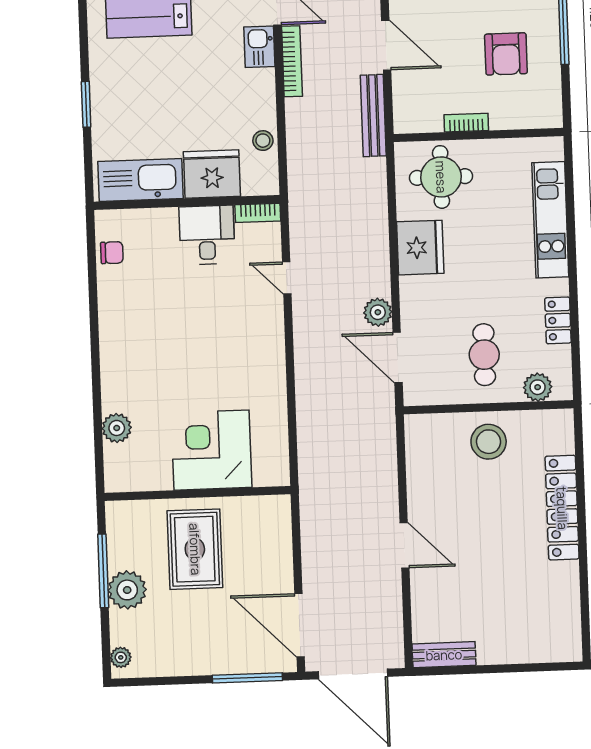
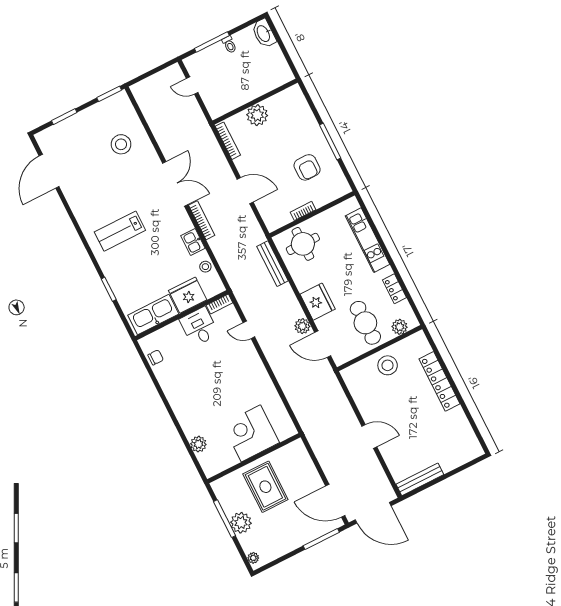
kitchen sink: (259, 47) -> (193, 242), moved
bench: (373, 116) -> (272, 264), moved
fridge: (420, 248) -> (318, 302), moved
cafe table: (484, 355) -> (365, 323), width x1.37, depth x1.35
bench: (444, 655) -> (420, 479), width x1.36

